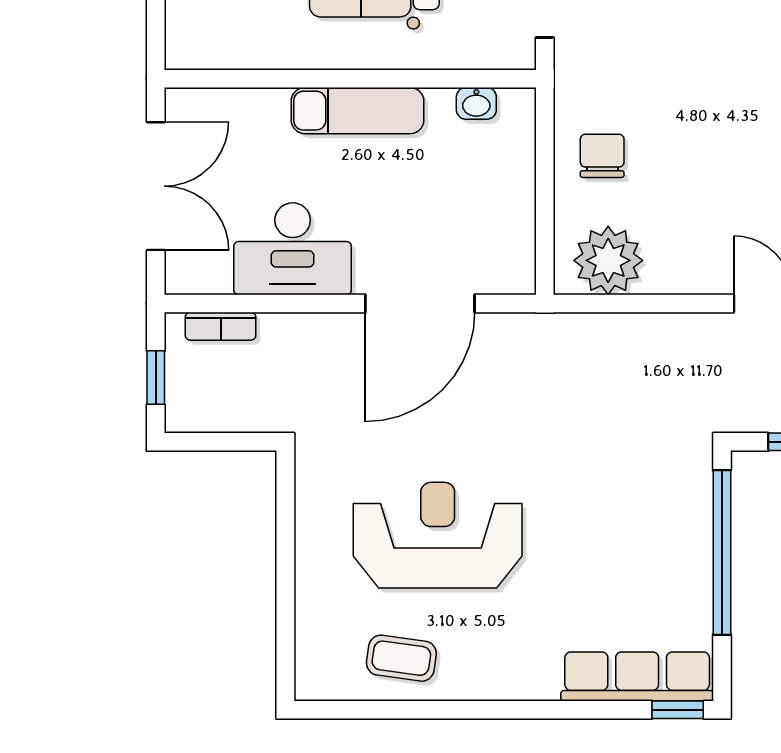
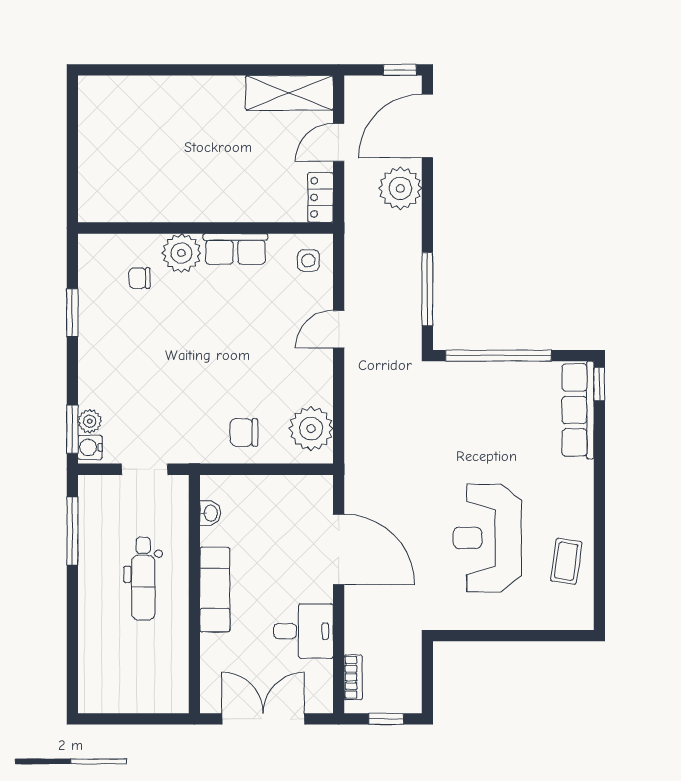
desk: (293, 249) -> (303, 631), width x0.73

